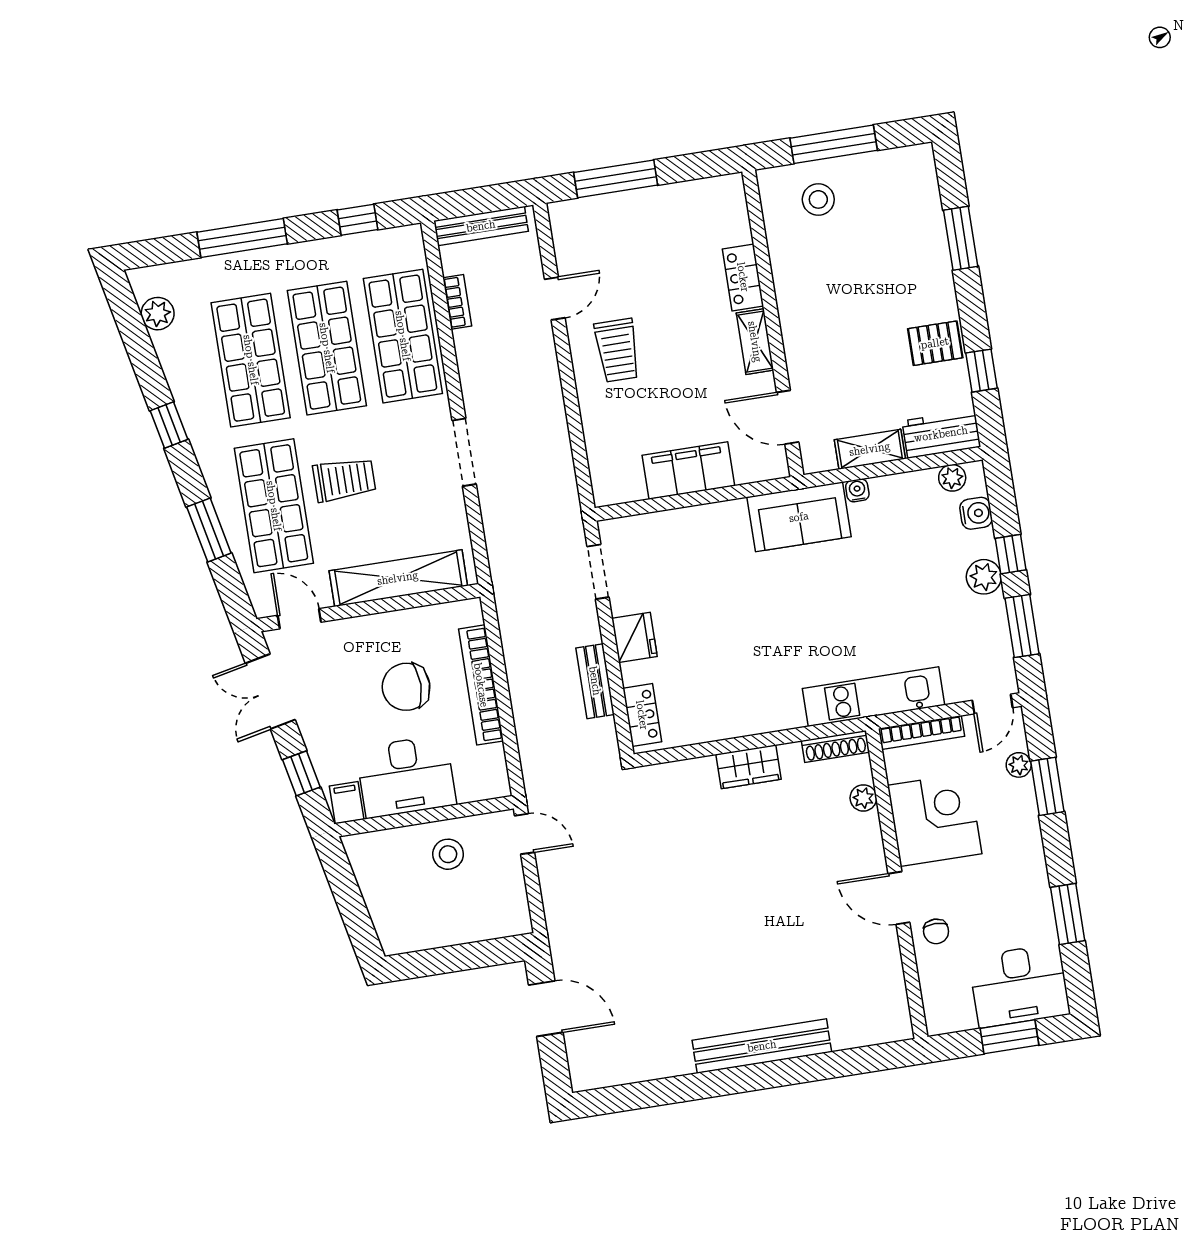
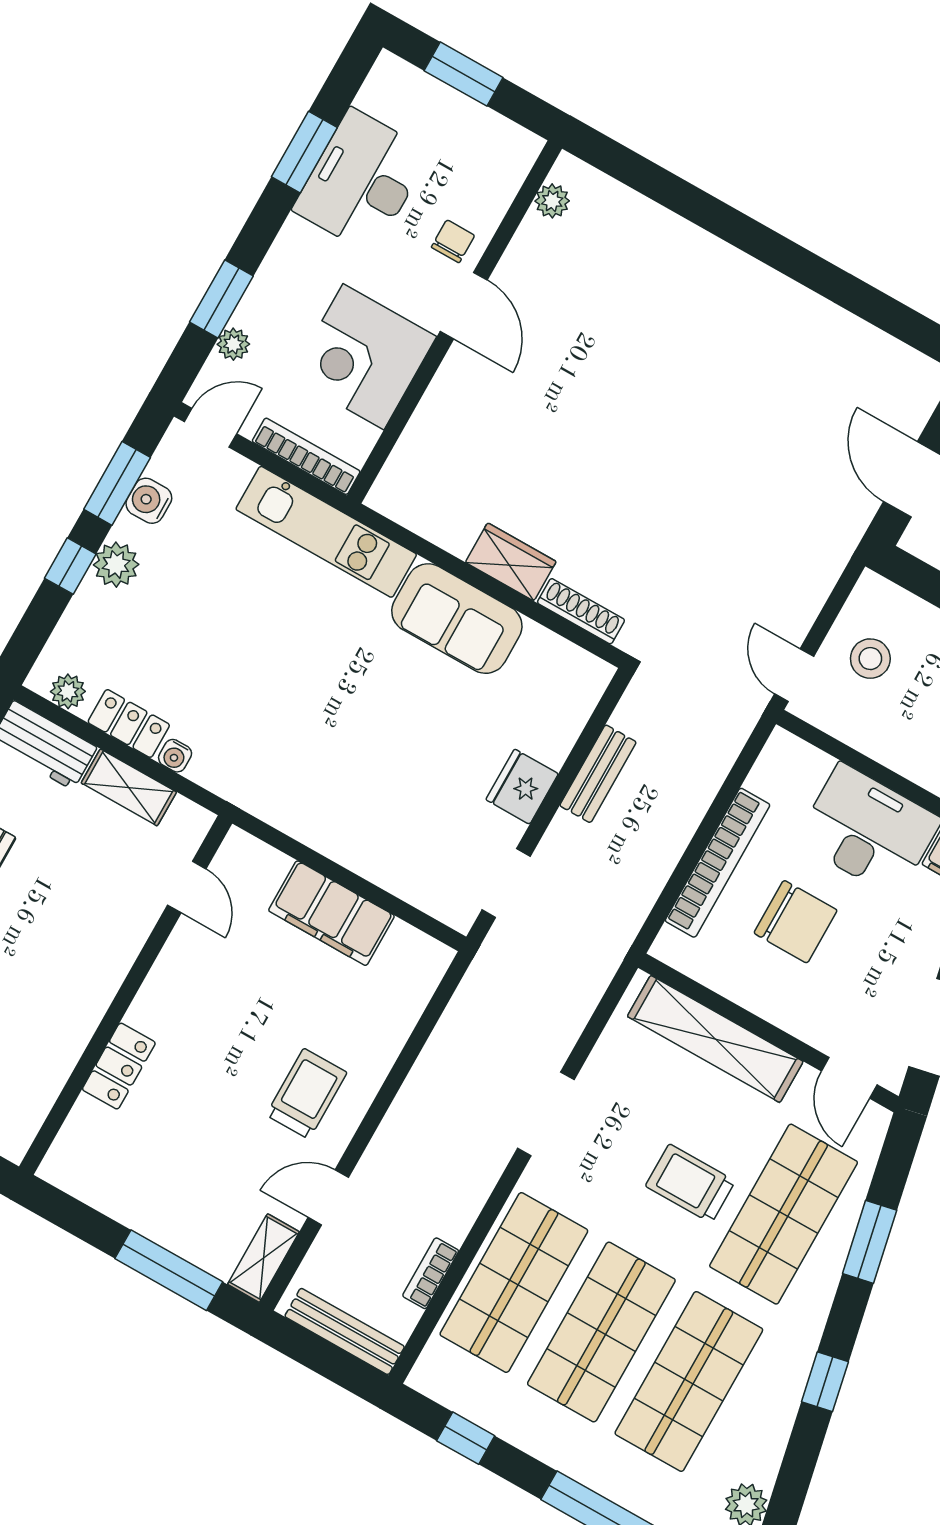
shelving: (755, 342) -> (263, 1258), moved
door: (788, 417) -> (187, 887), width x0.73
water cooler: (976, 513) -> (149, 501), moved
sofa: (799, 517) -> (457, 619), moved, turned 180
locker: (642, 715) -> (129, 723), moved, turned 90
shoe rack: (835, 746) -> (581, 611), moved
plant: (863, 798) -> (552, 201), moved
stool: (448, 854) -> (870, 659), moved
desk: (1019, 986) -> (362, 181), moved, turned -90
bench: (762, 1046) -> (724, 266), removed

